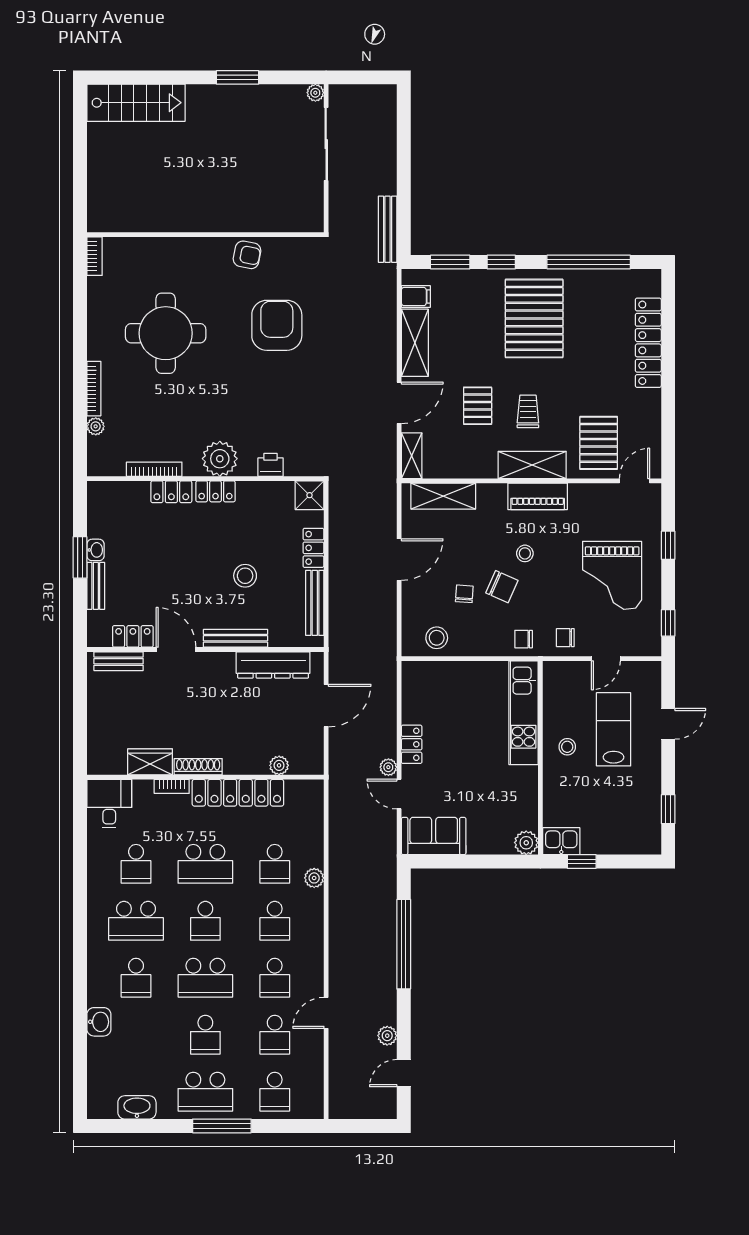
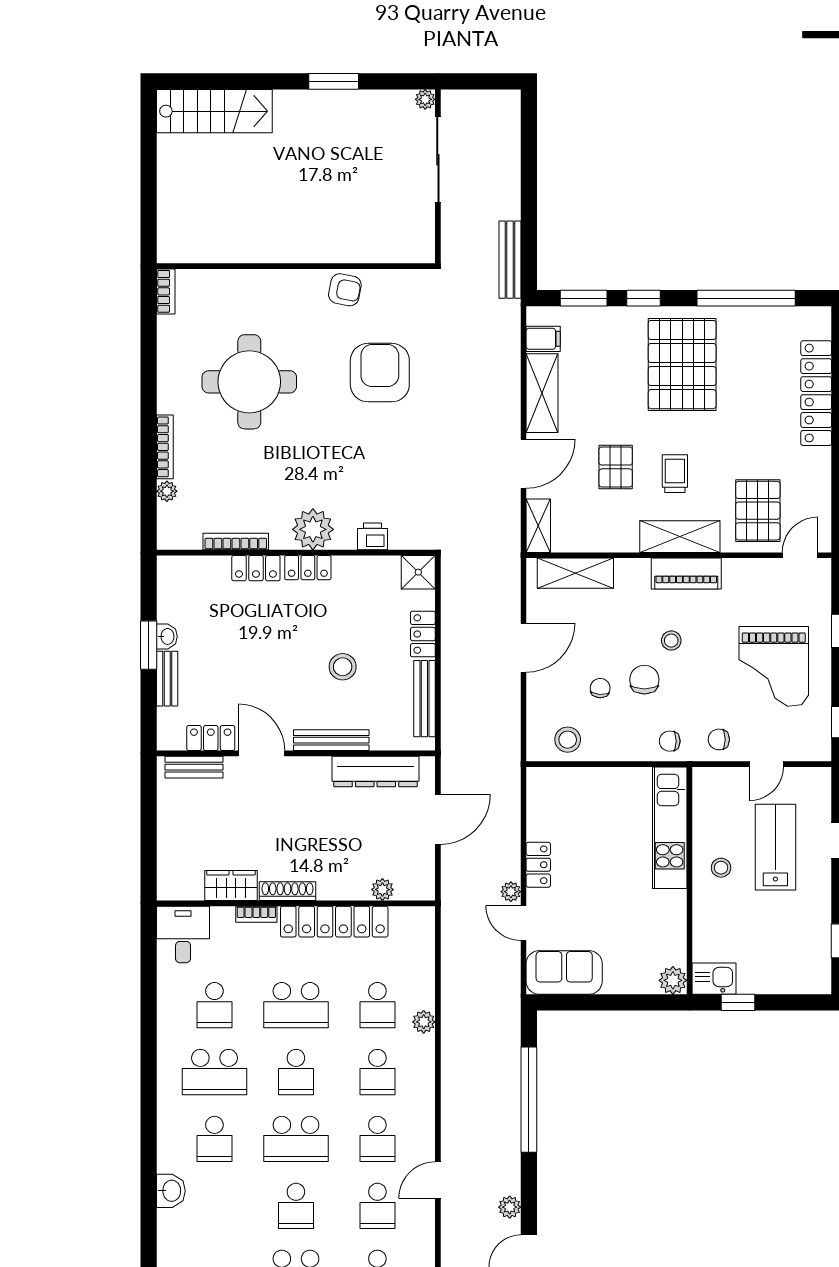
chair: (502, 587) -> (644, 680), turned -114

